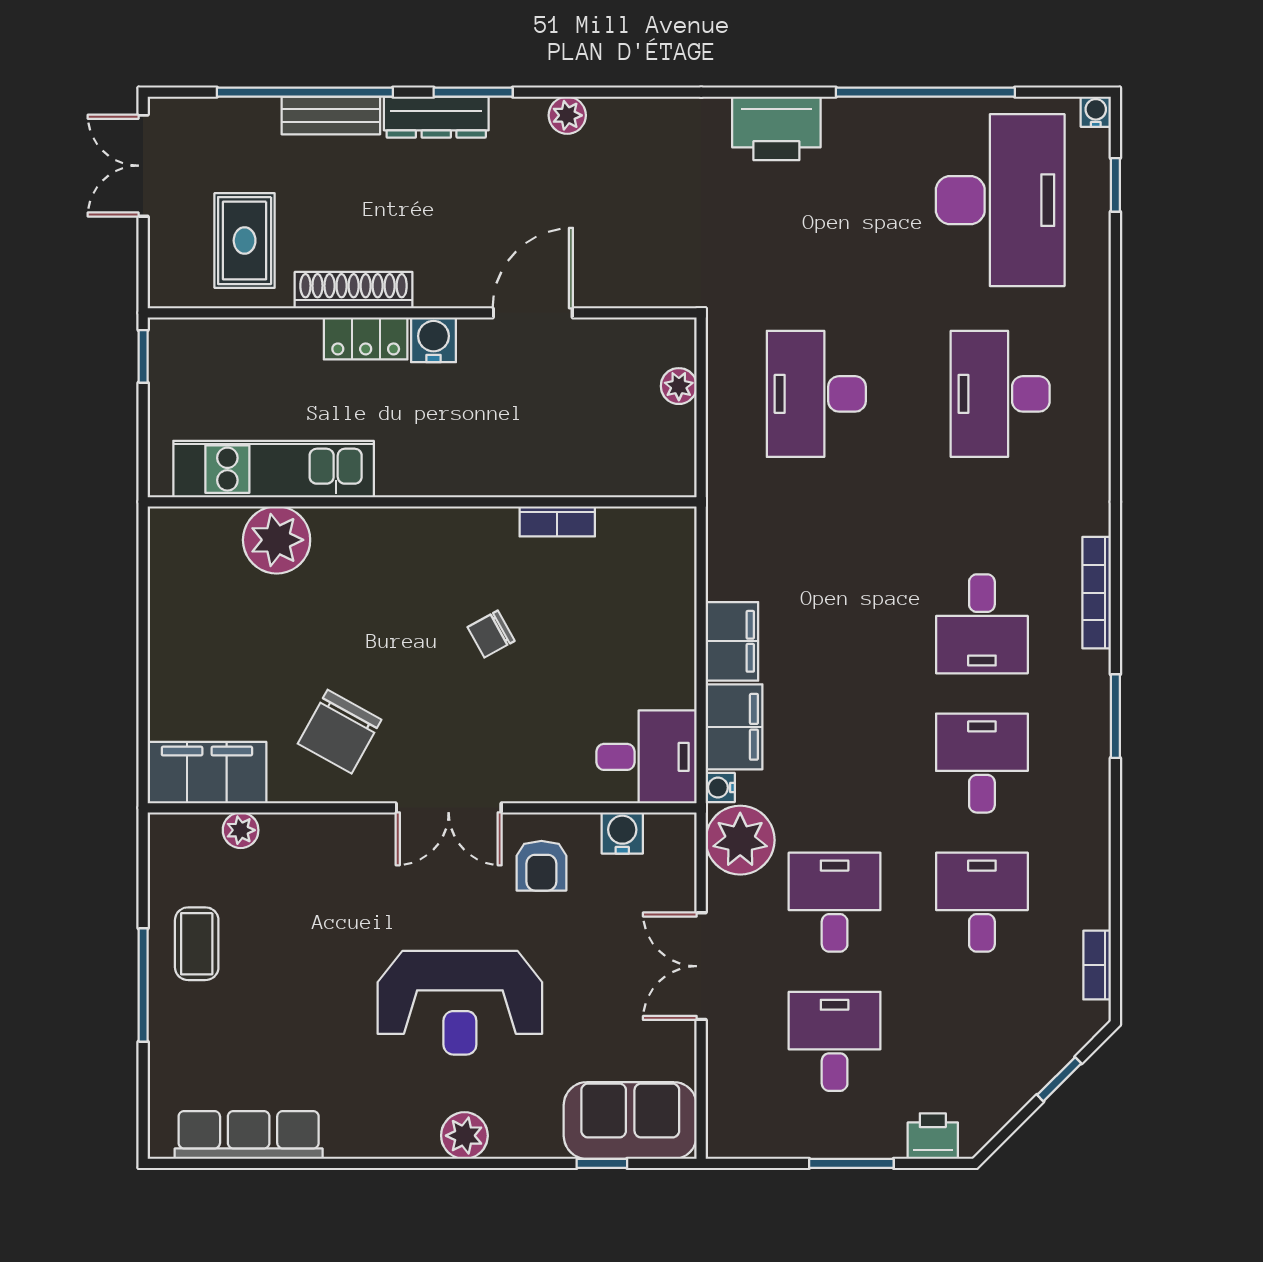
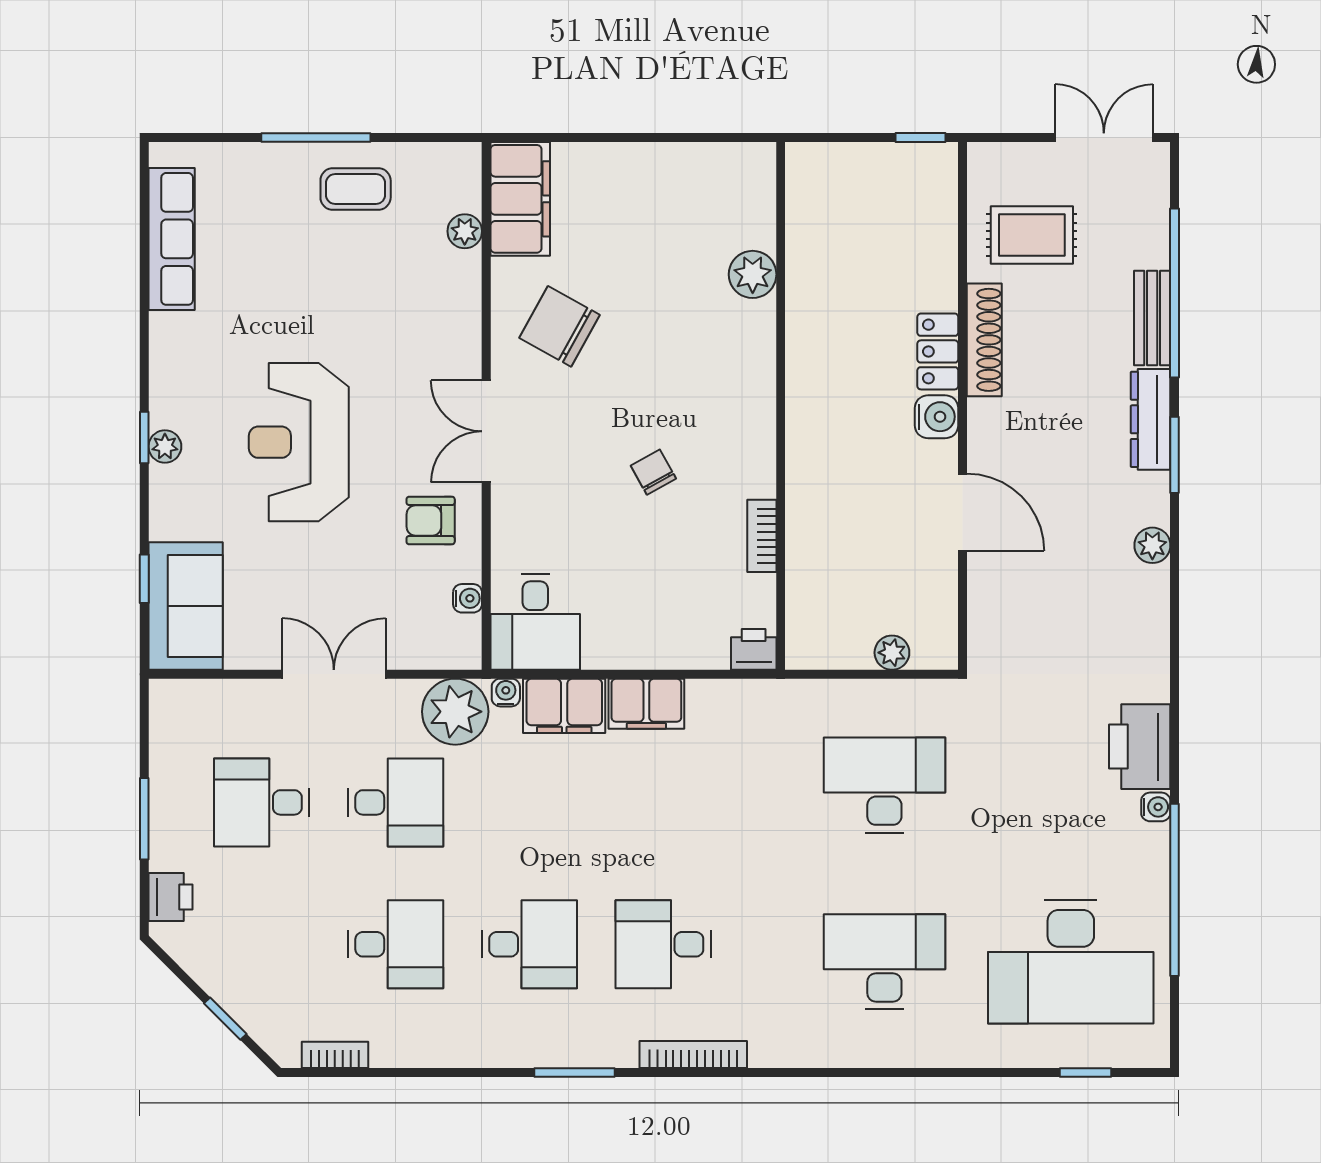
water cooler: (1096, 112) -> (1156, 807), moved
kitchen unit: (274, 469) -> (812, 263), removed
printer: (675, 530) -> (754, 649), added
plant: (277, 540) -> (753, 274), width x0.73, depth x0.73
water cooler: (622, 833) -> (468, 598), width x0.72, depth x0.72
desk: (835, 1041) -> (262, 802), turned 180
plant: (464, 1136) -> (165, 446), width x0.73, depth x0.73
window: (455, 1163) -> (144, 437), added

